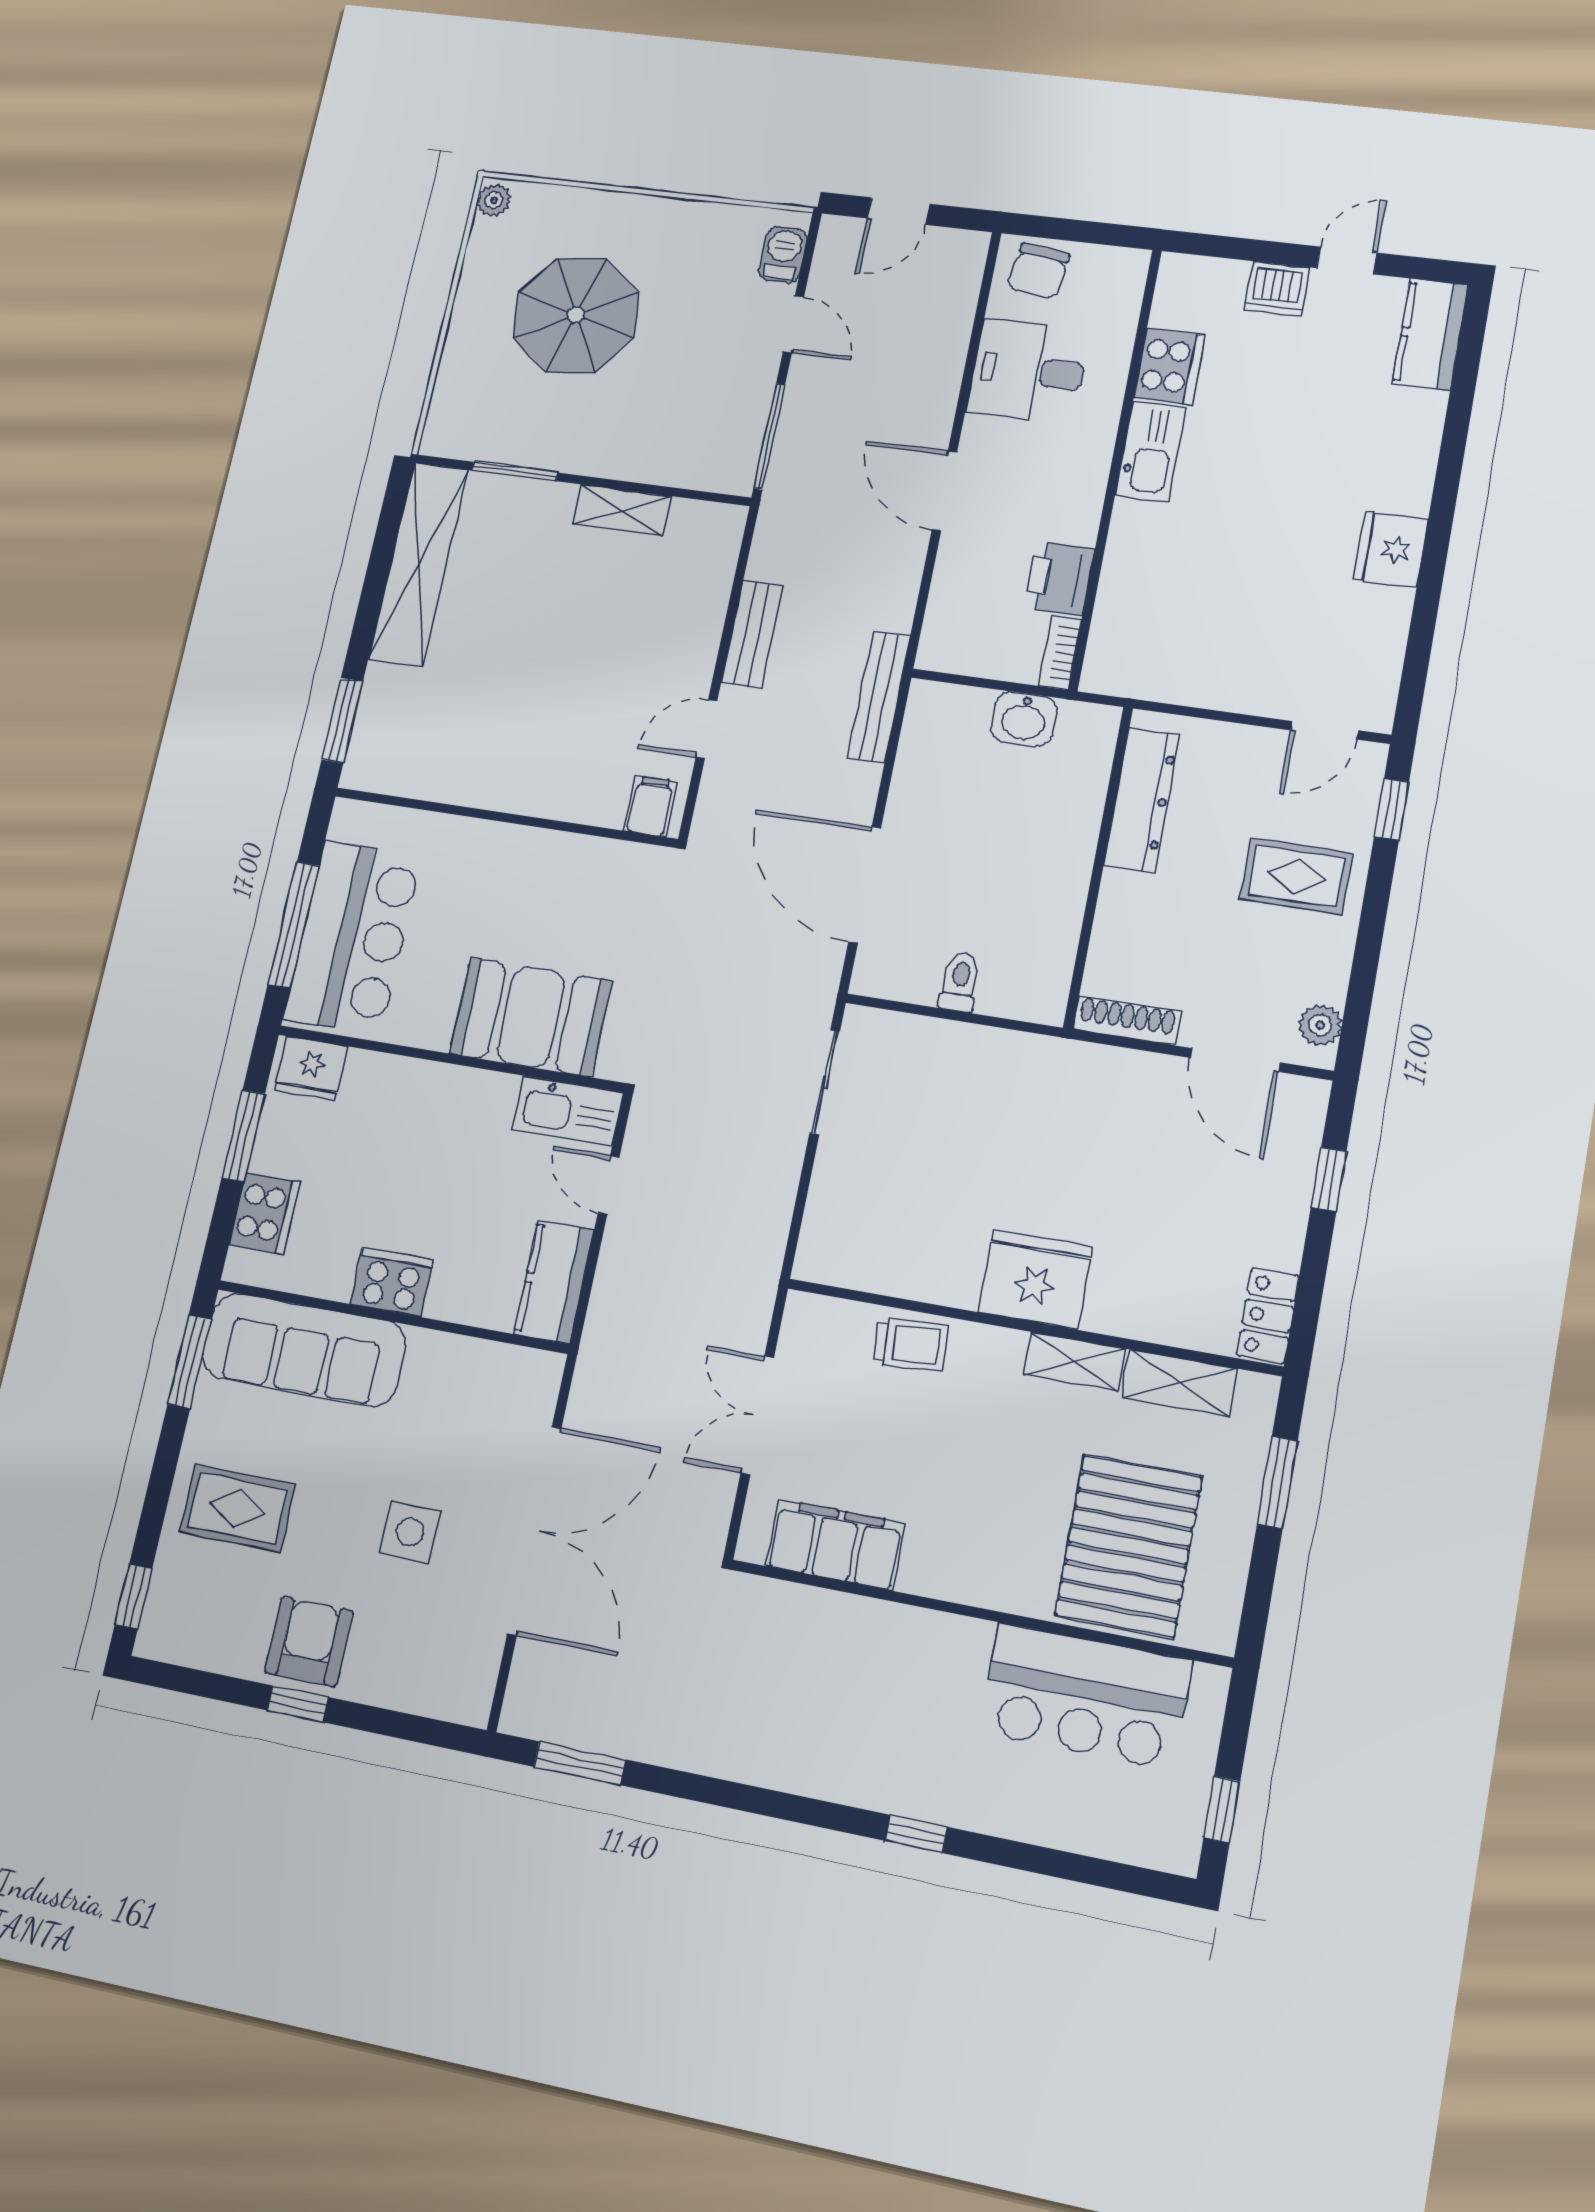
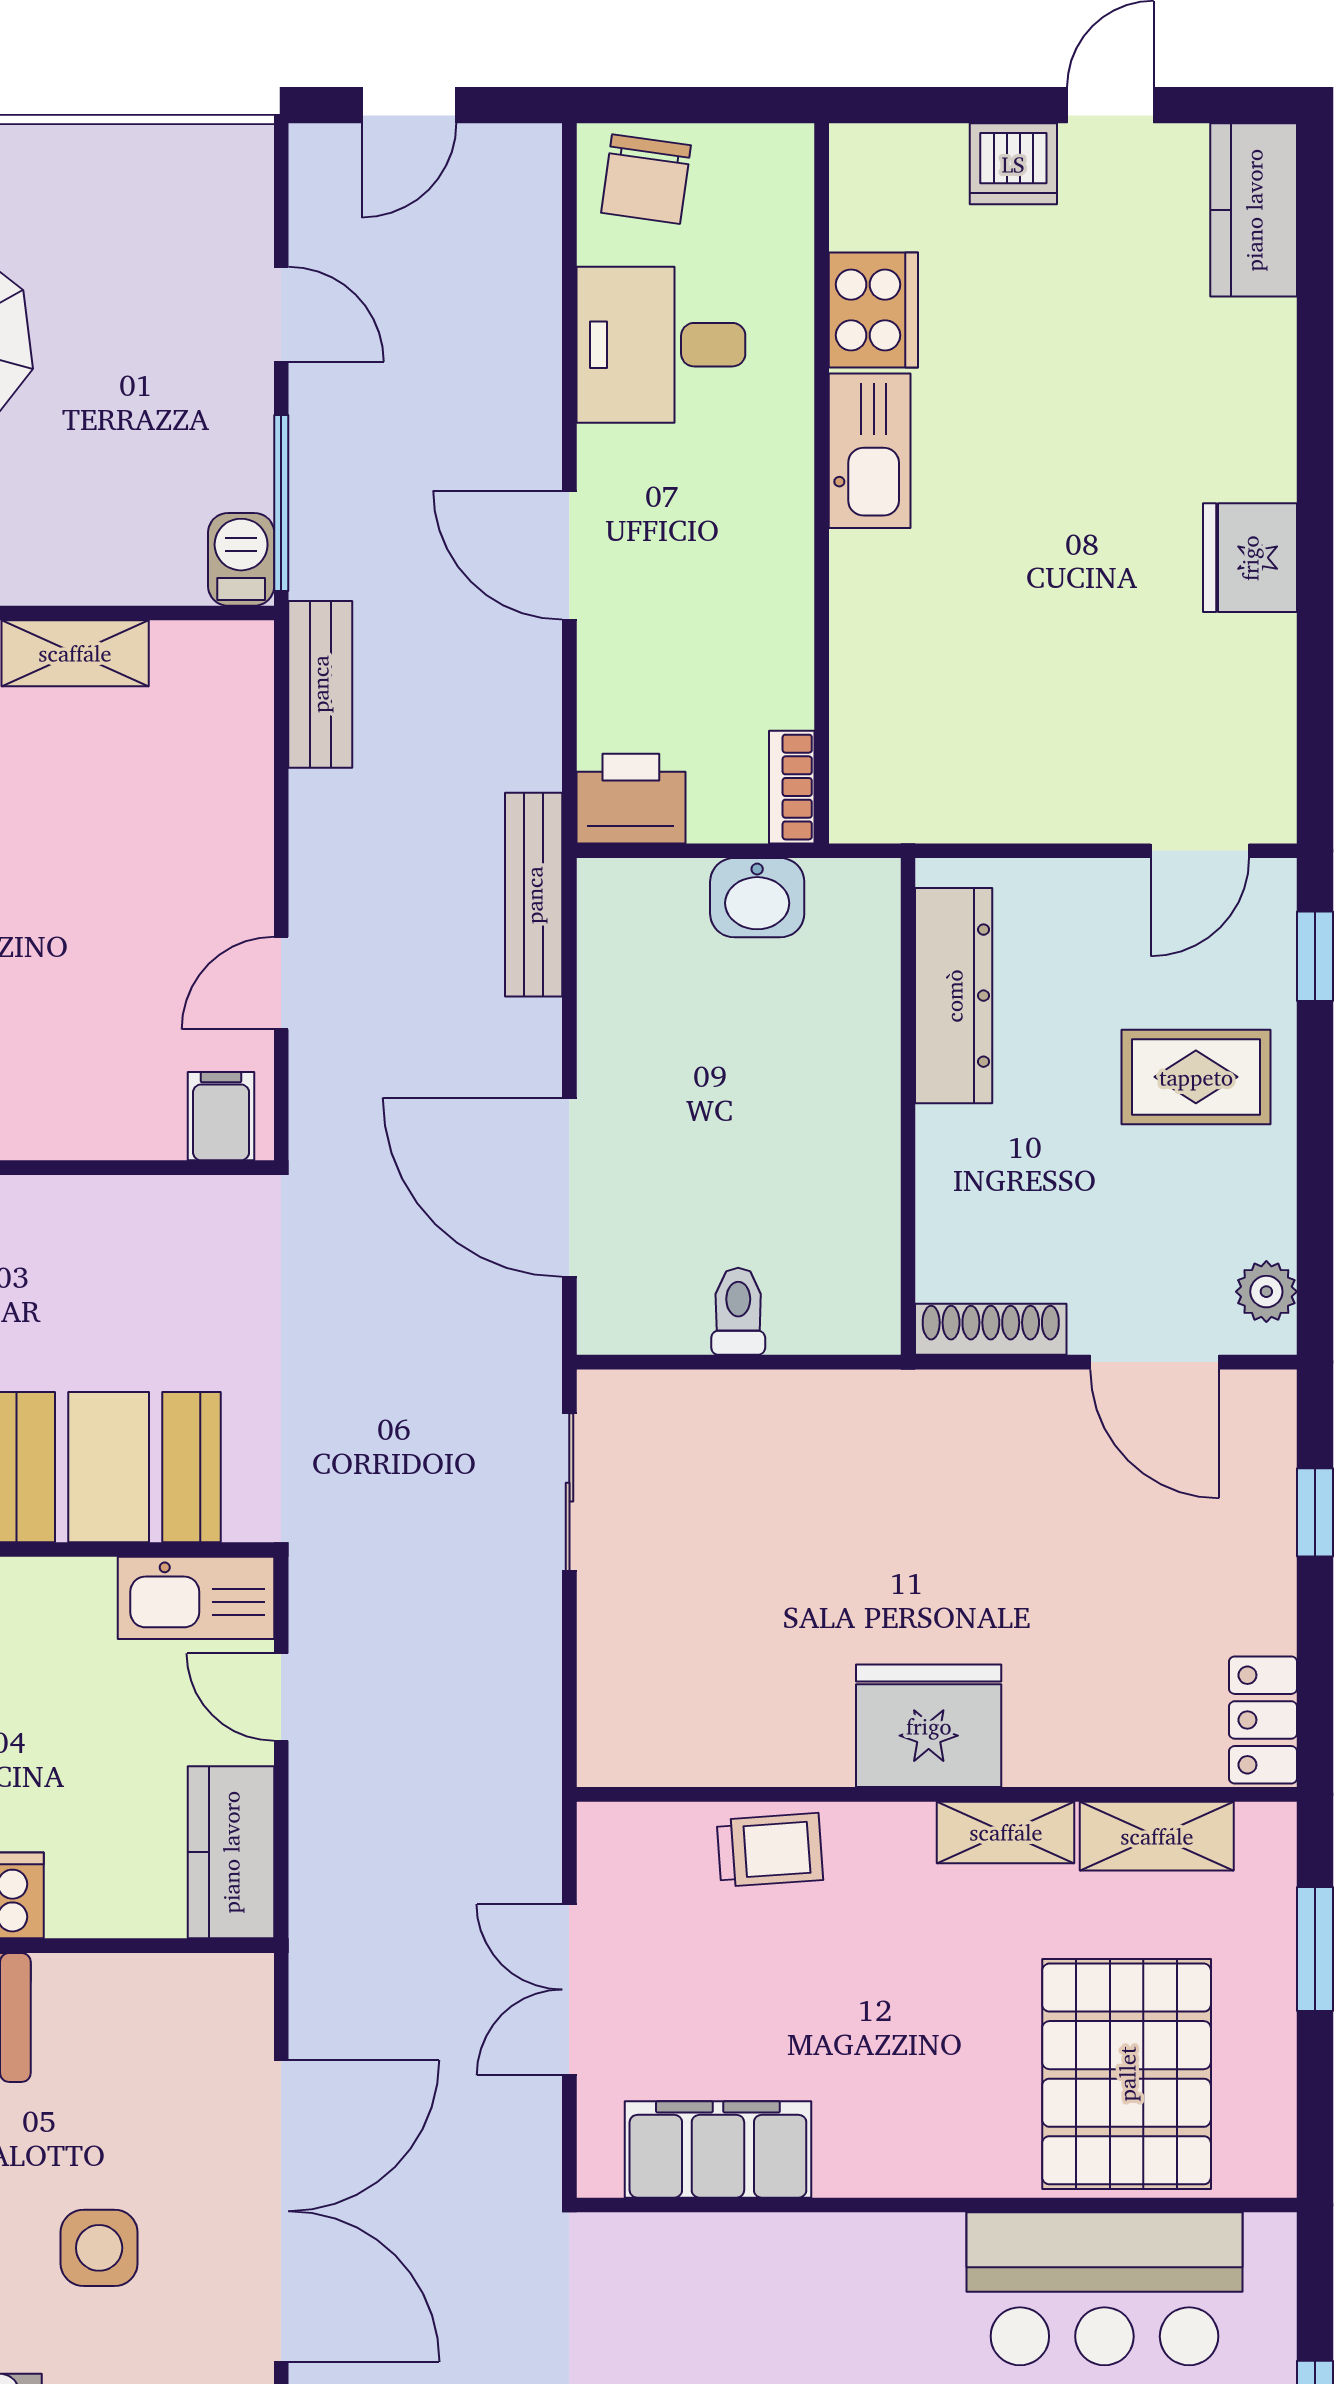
barbecue: (783, 255) -> (241, 559), moved
printer: (1059, 578) -> (631, 799), moved, turned 90
bench: (752, 634) -> (320, 684), moved

